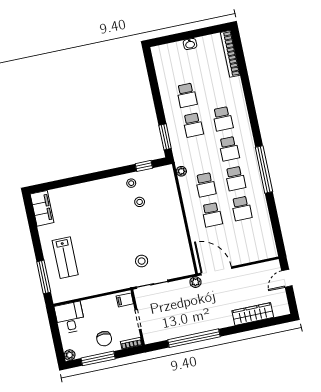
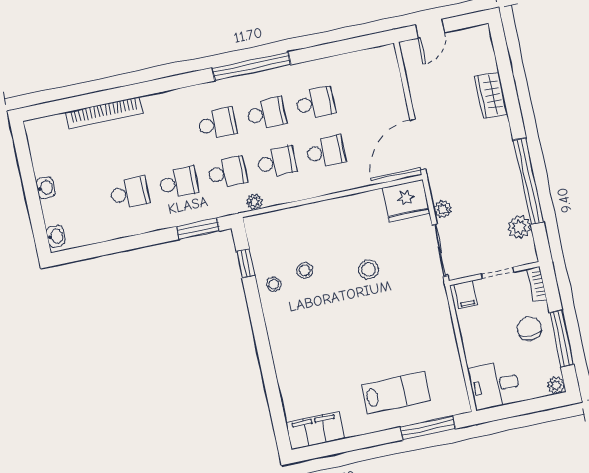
washbasin: (160, 50) -> (56, 236), added
bookcase: (230, 54) -> (104, 113), moved
school desk: (223, 119) -> (228, 172), moved
stool: (142, 261) -> (368, 269), moved
fridge: (182, 264) -> (406, 201), added
door: (287, 278) -> (430, 29), hinge flipped
plant: (195, 282) -> (443, 209), moved
wardrobe: (253, 314) -> (491, 95), width x0.67
plant: (166, 333) -> (519, 227), added
chair: (104, 339) -> (529, 329), turned -90

